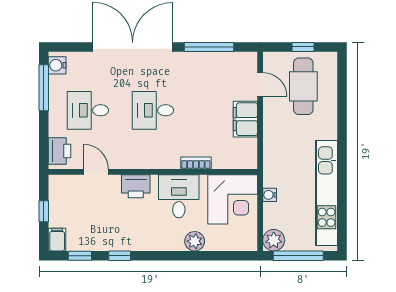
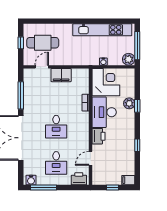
desk: (179, 196) -> (104, 112), width x1.37
window: (80, 256) -> (137, 106), moved

